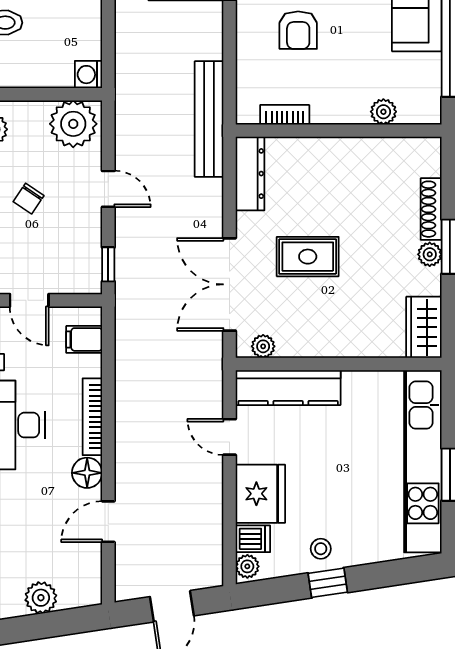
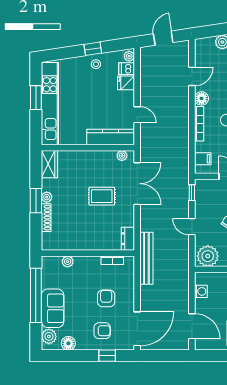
washing machine: (89, 75) -> (201, 291), moved
dresser: (250, 174) -> (128, 239), width x0.70
fridge: (260, 494) -> (126, 83), width x0.53, depth x0.75

